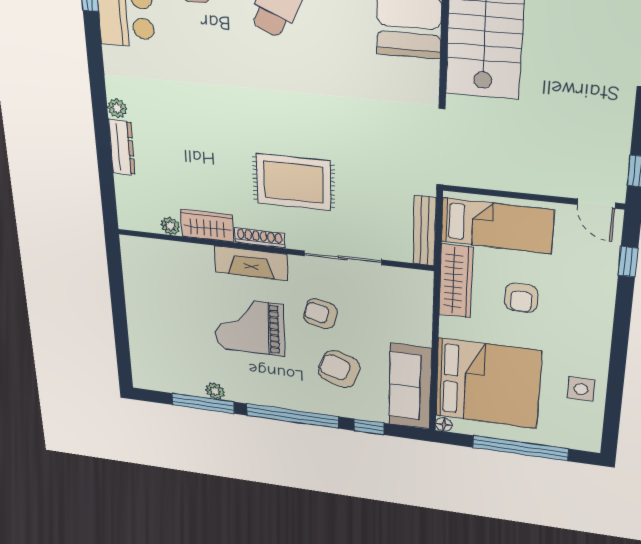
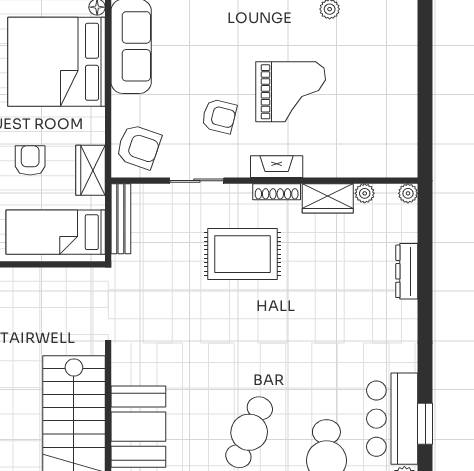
plant: (117, 108) -> (408, 193), moved
sliding door: (343, 258) -> (197, 181), width x0.73
fireplace: (251, 263) -> (277, 167), width x0.73, depth x0.76
wardrobe: (456, 281) -> (91, 170), width x0.67
armchair: (339, 369) -> (139, 147), moved

